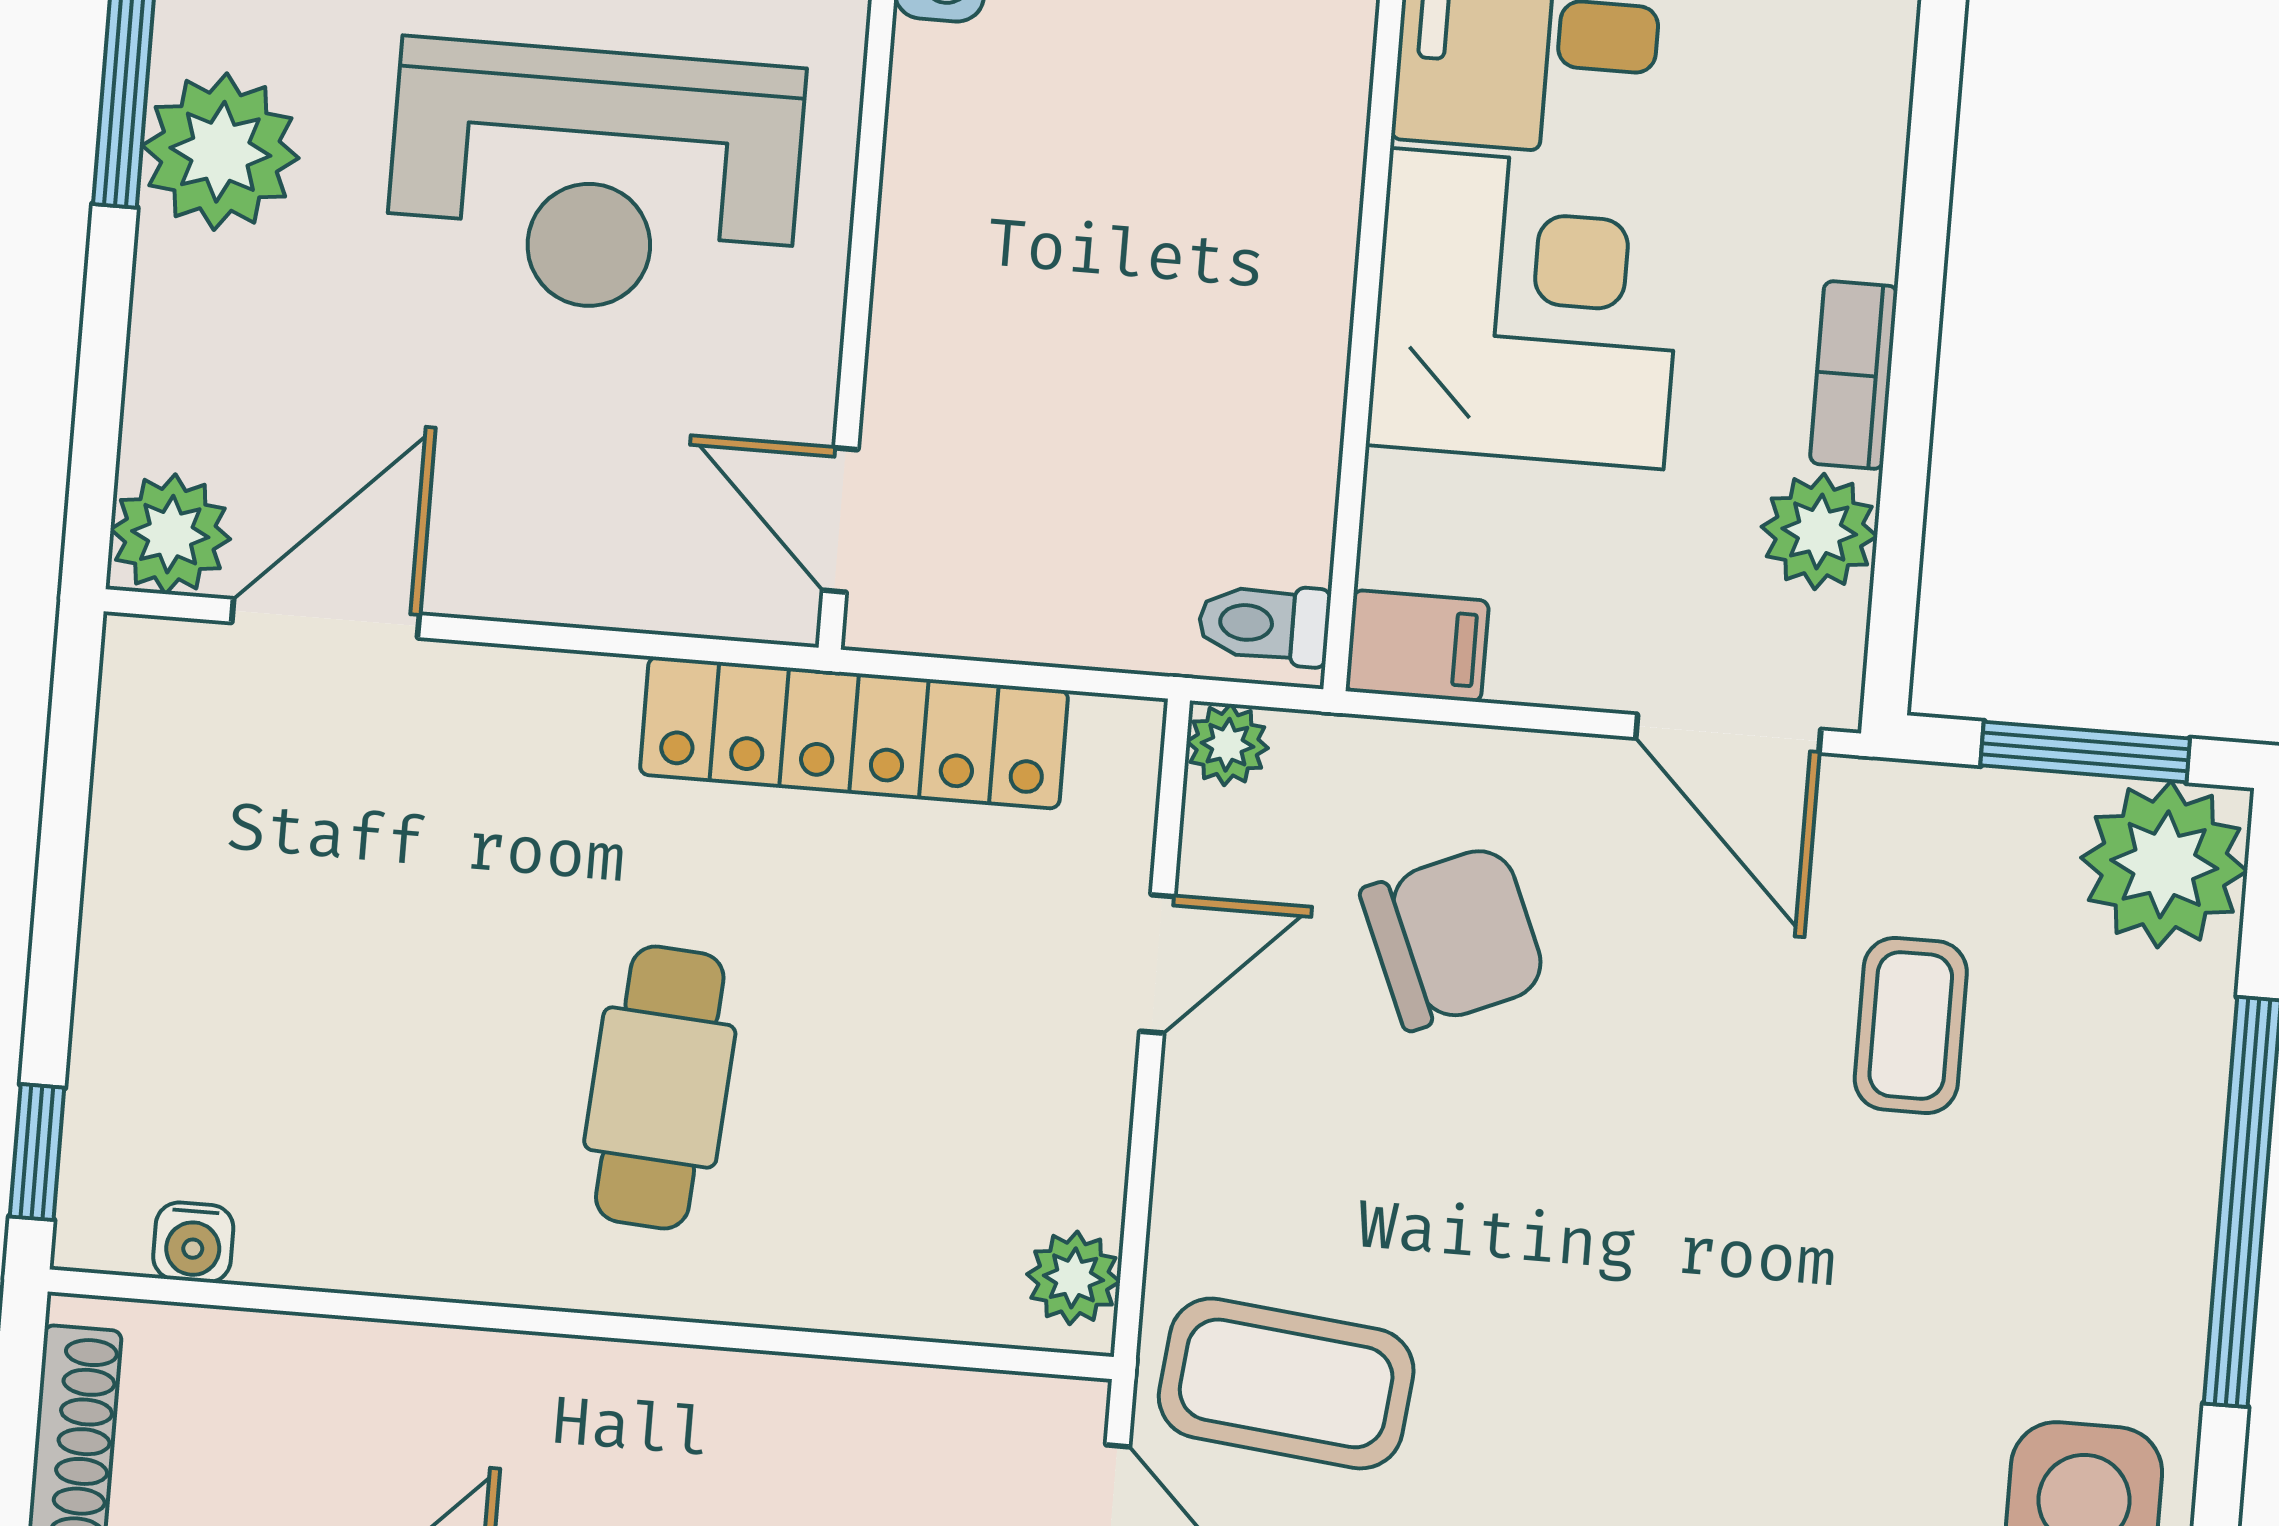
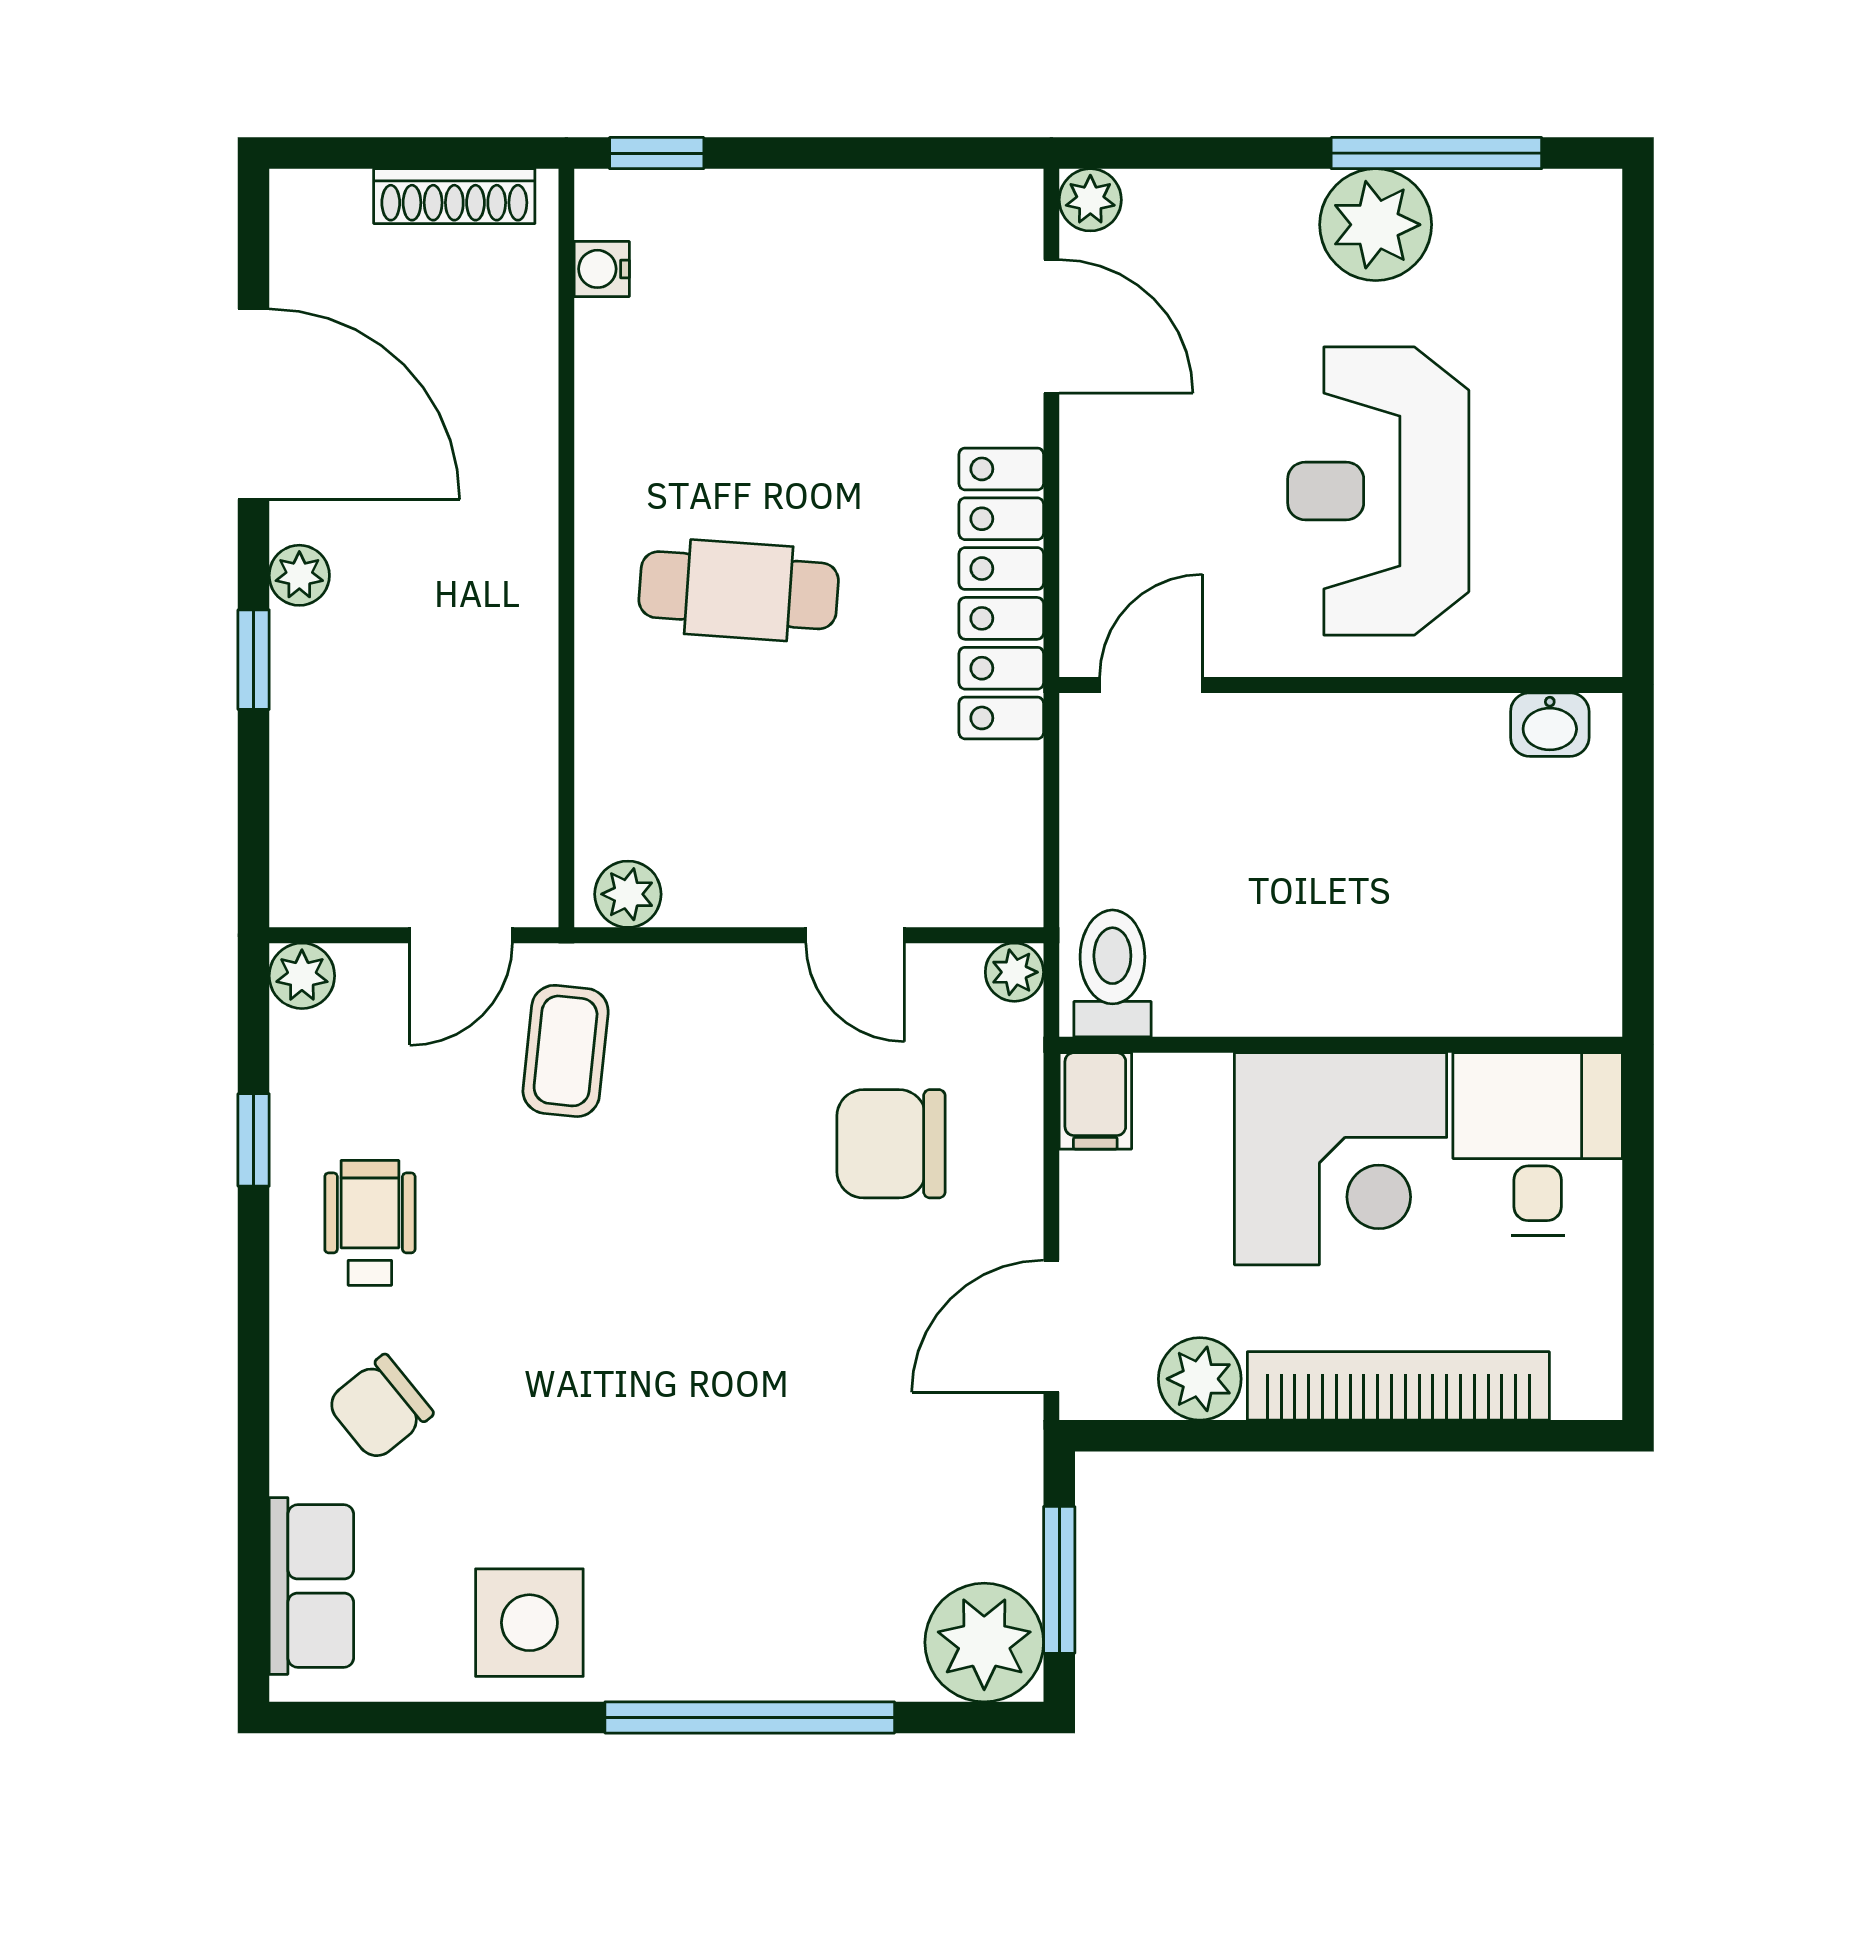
bookcase: (1854, 375) -> (1398, 1386), width x2.31, depth x1.31
plant: (170, 534) -> (1090, 200), width x0.73, depth x0.73
toilet: (1264, 624) -> (1112, 973), width x1.37, depth x1.39
locker: (854, 733) -> (1001, 593), moved
chair: (1454, 938) -> (891, 1144), turned 113
coffee table: (1911, 1025) -> (855, 1472), removed
coffee table: (1286, 1383) -> (566, 1051), width x0.73, depth x0.77

